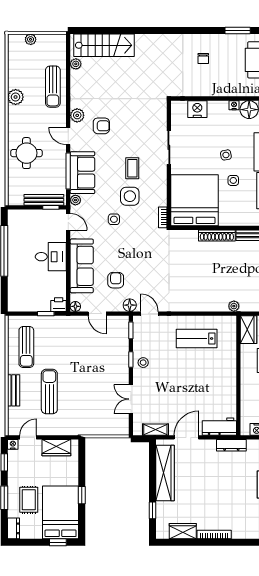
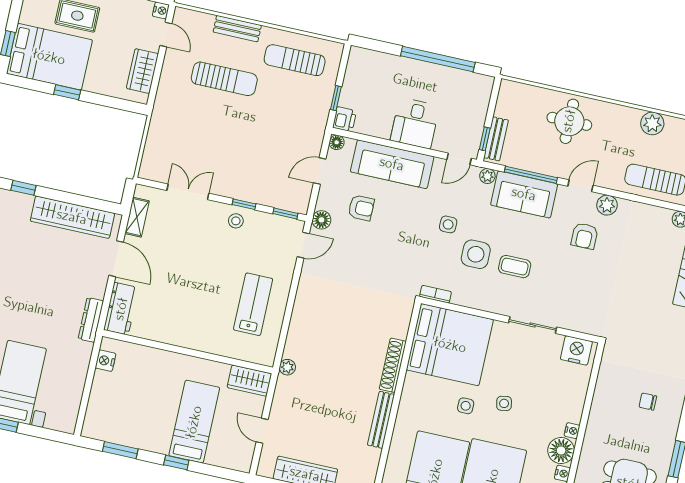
nightstand: (197, 109) -> (576, 350), moved, turned -90
bench: (44, 200) -> (496, 139), width x0.73

